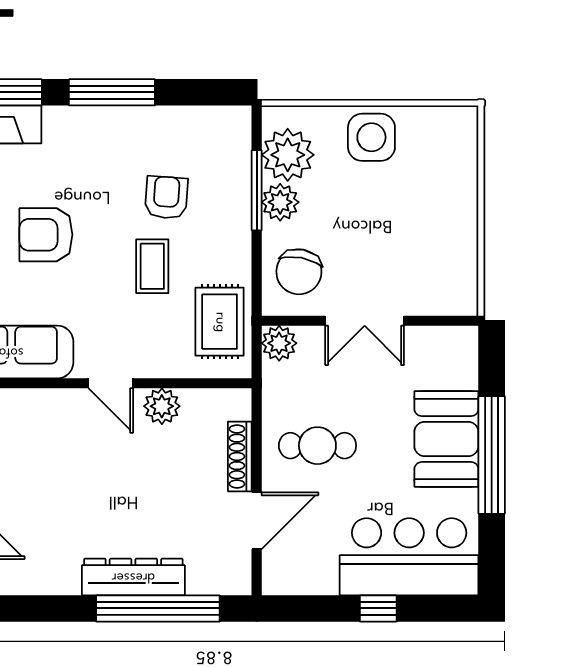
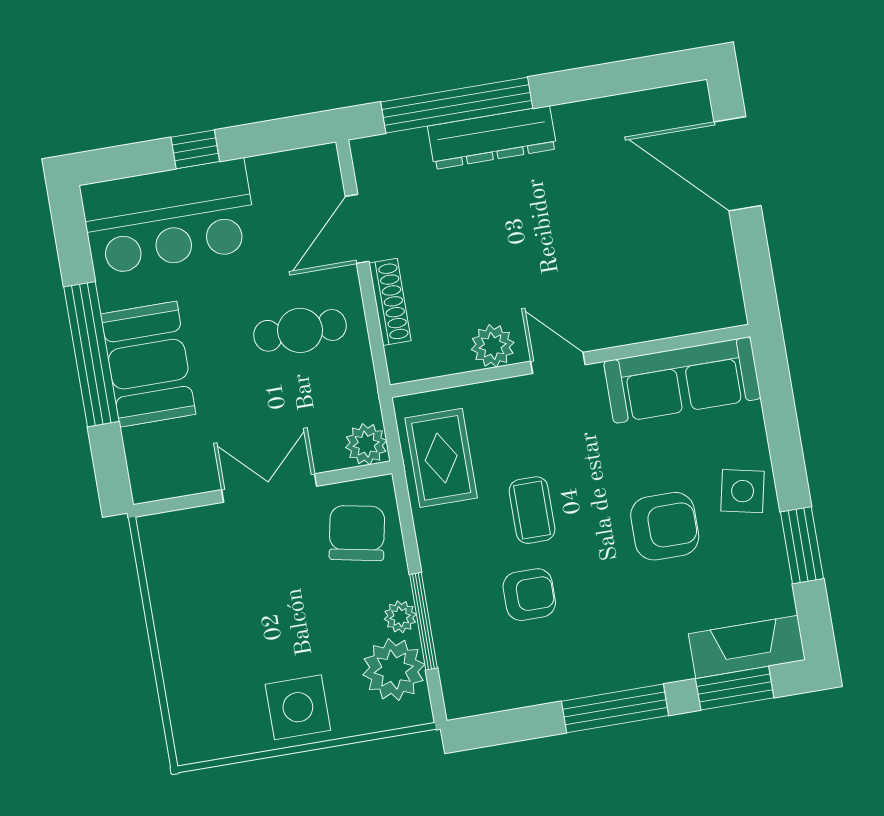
armchair: (166, 197) -> (529, 595), turned -94
plant: (280, 202) -> (400, 617), width x0.73, depth x0.73

